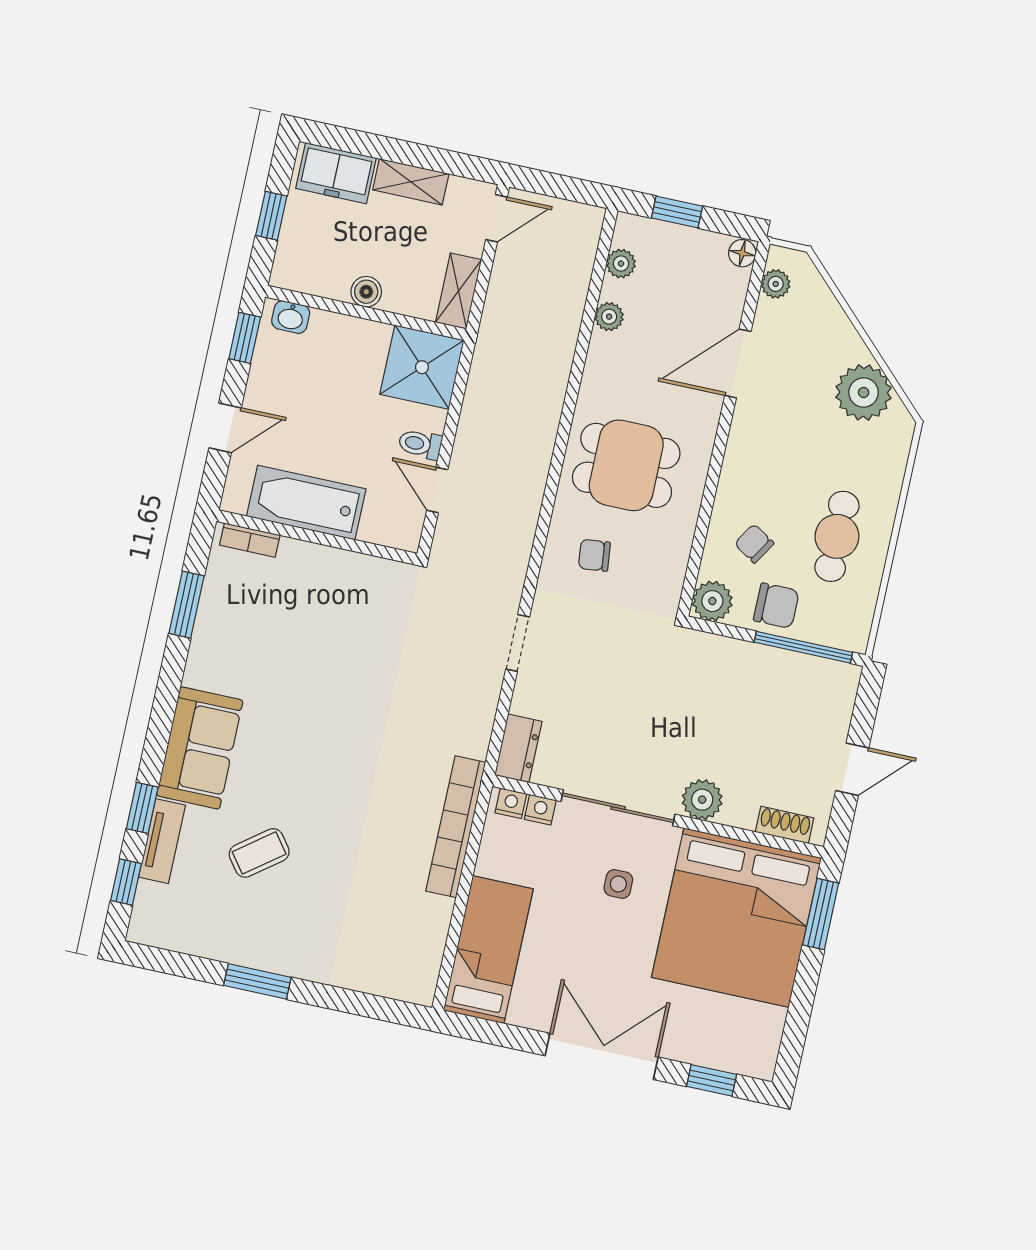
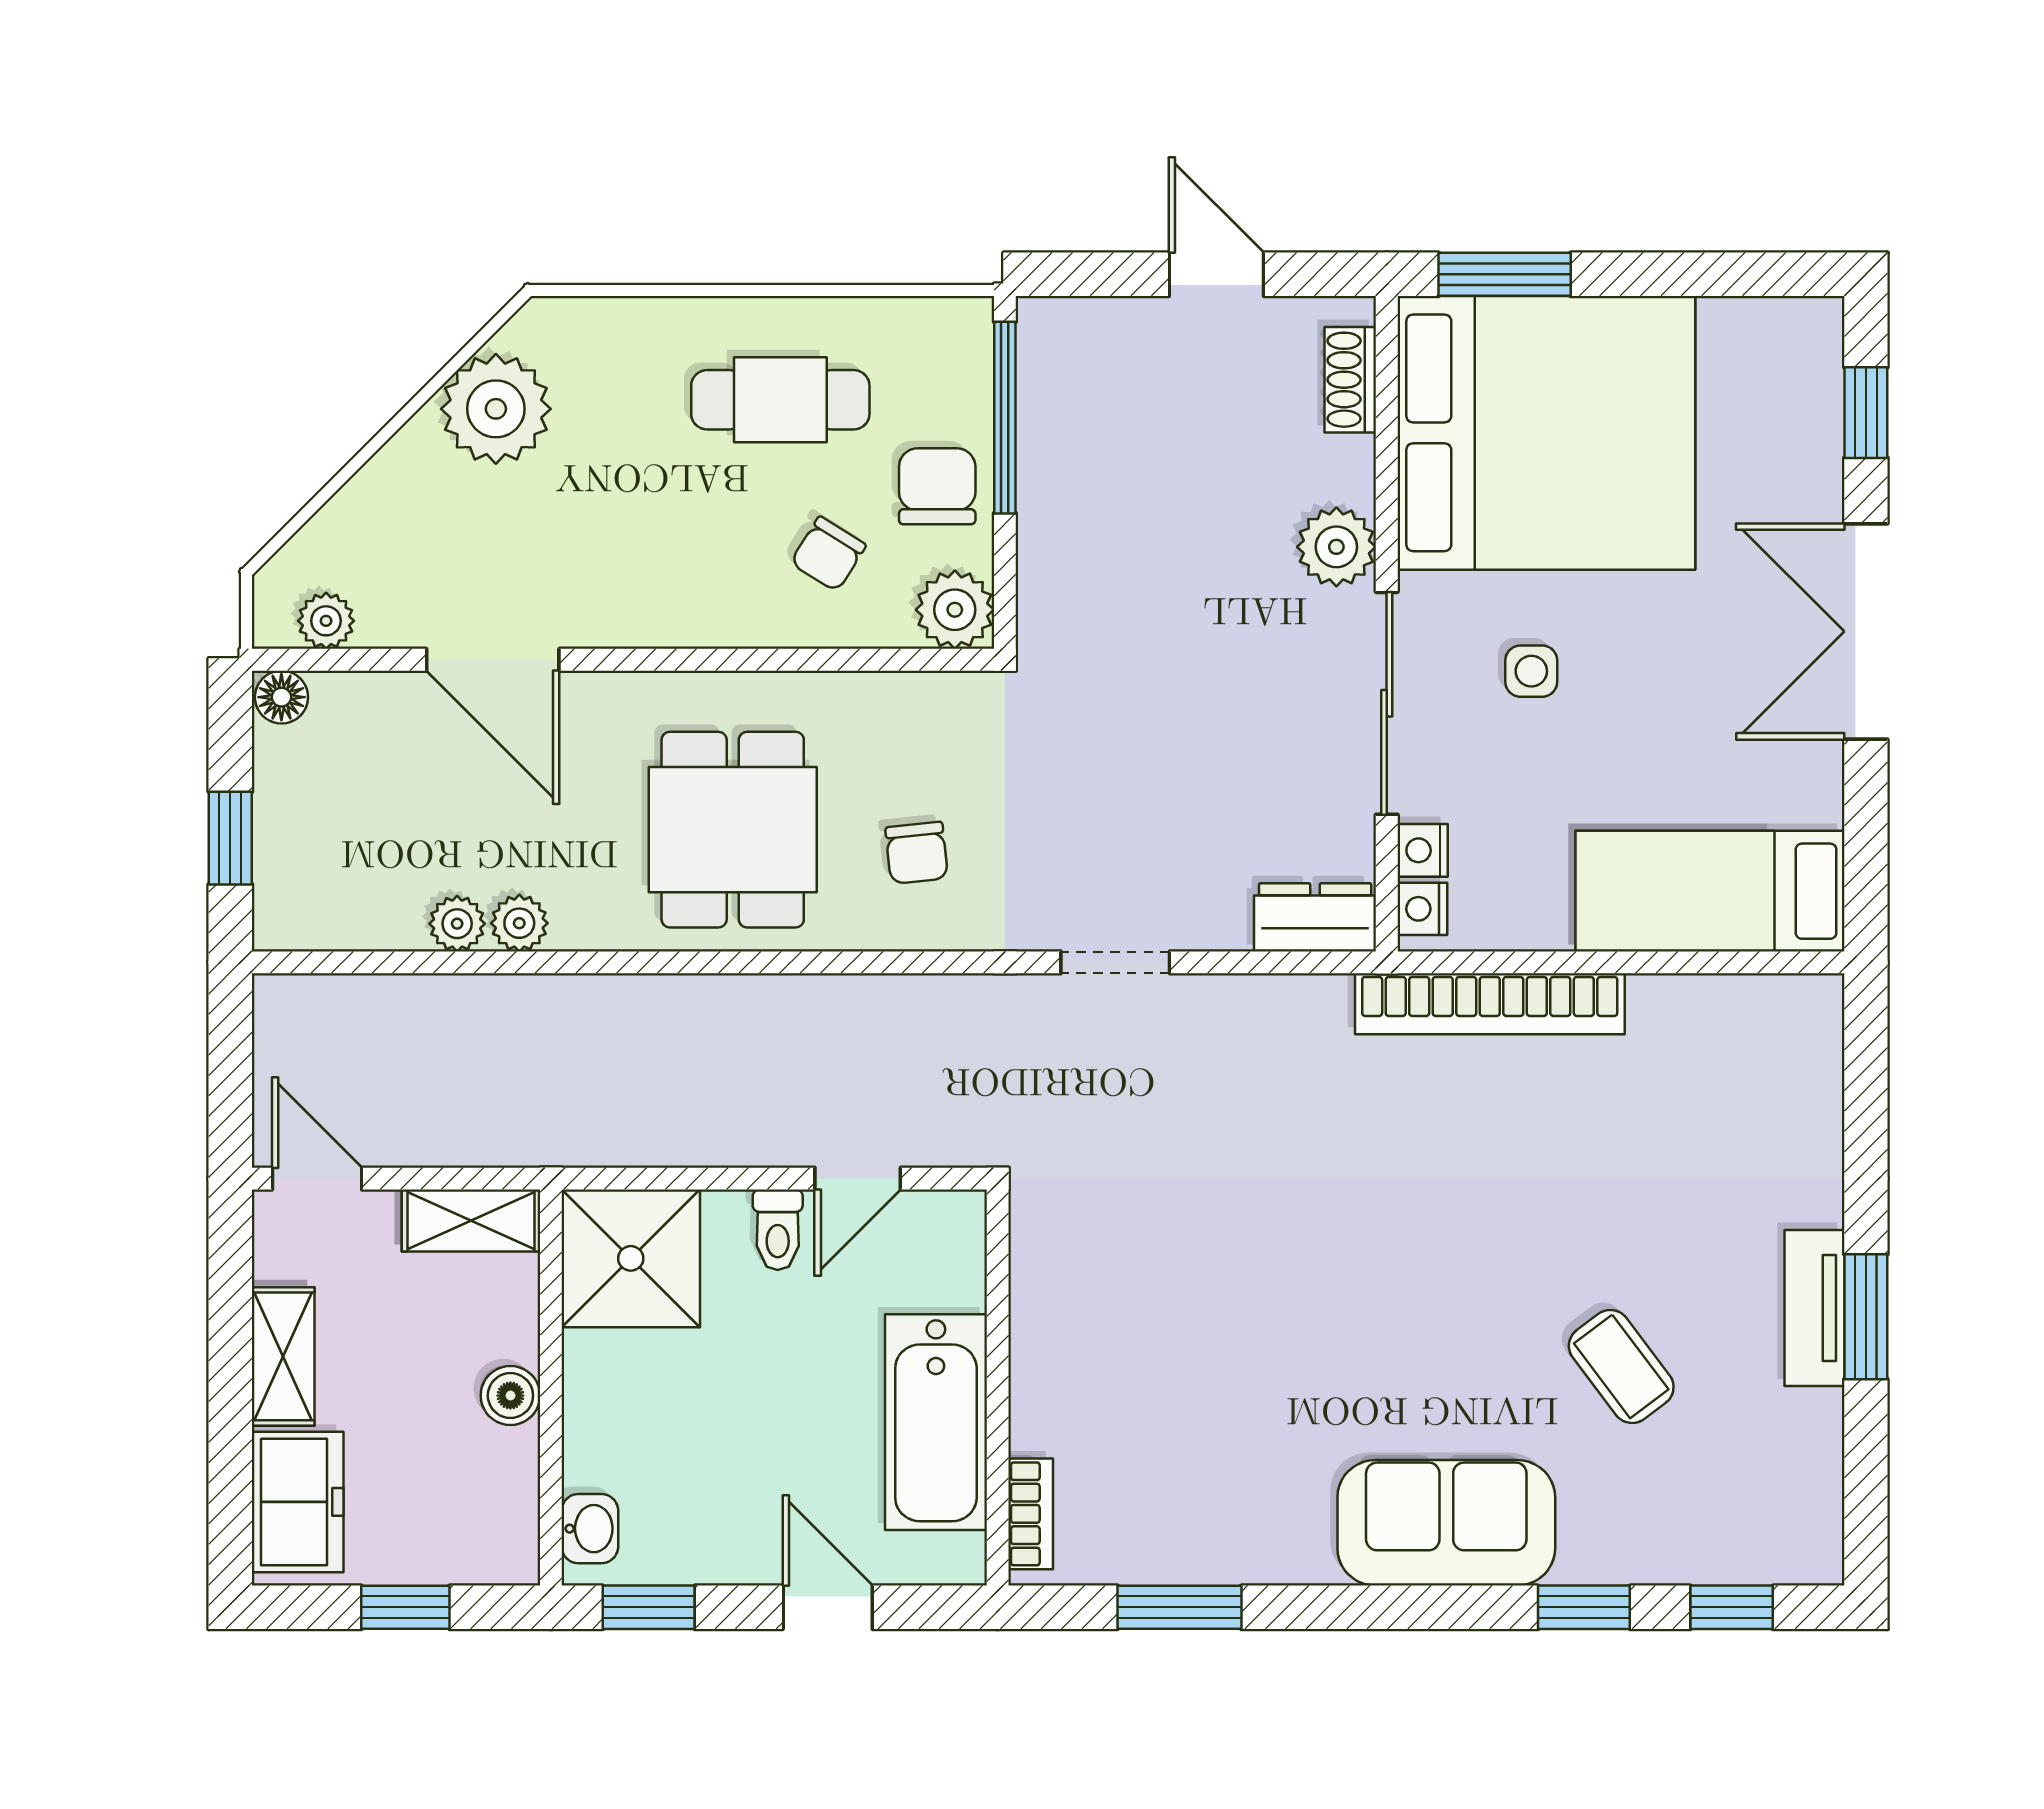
plant: (621, 264) -> (519, 923), moved
tv unit: (162, 841) -> (1814, 1308), moved, turned -90

